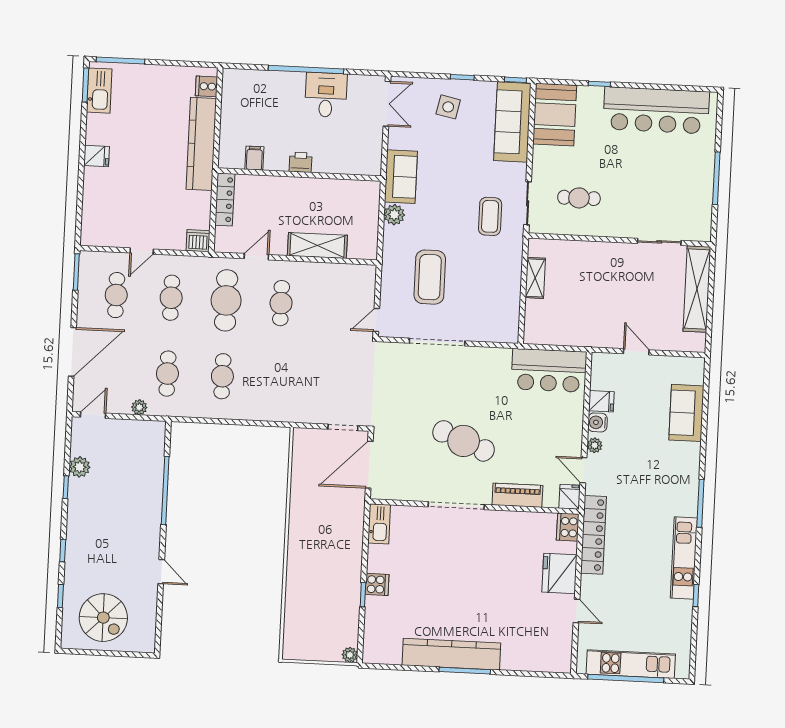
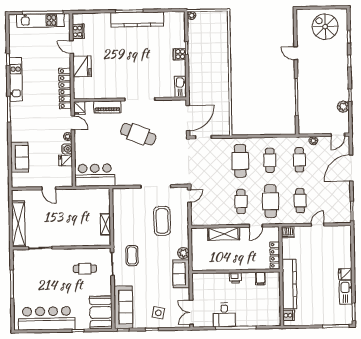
kitchen sink: (99, 91) -> (346, 292), moved
cafe table: (116, 295) -> (240, 161), moved, width x1.37, depth x1.35
cooker: (568, 527) -> (78, 31), moved

